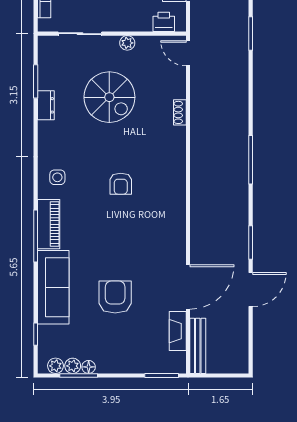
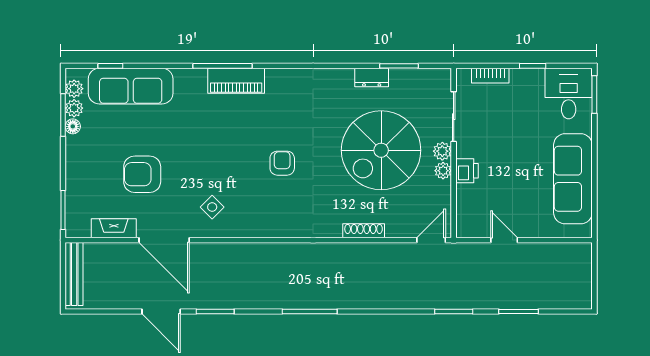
printer: (164, 22) -> (467, 171), moved
plant: (110, 44) -> (442, 151), added
spiral stairs: (109, 97) -> (381, 150), width x1.37, depth x1.37
shoe rack: (180, 112) -> (364, 231), width x1.43
side table: (57, 177) -> (212, 207), moved, turned 45
armchair: (121, 184) -> (282, 163), turned 90
sofa: (53, 287) -> (131, 86), moved
armchair: (115, 297) -> (142, 174), moved, turned 180
bench: (198, 346) -> (74, 274), moved, turned 90

